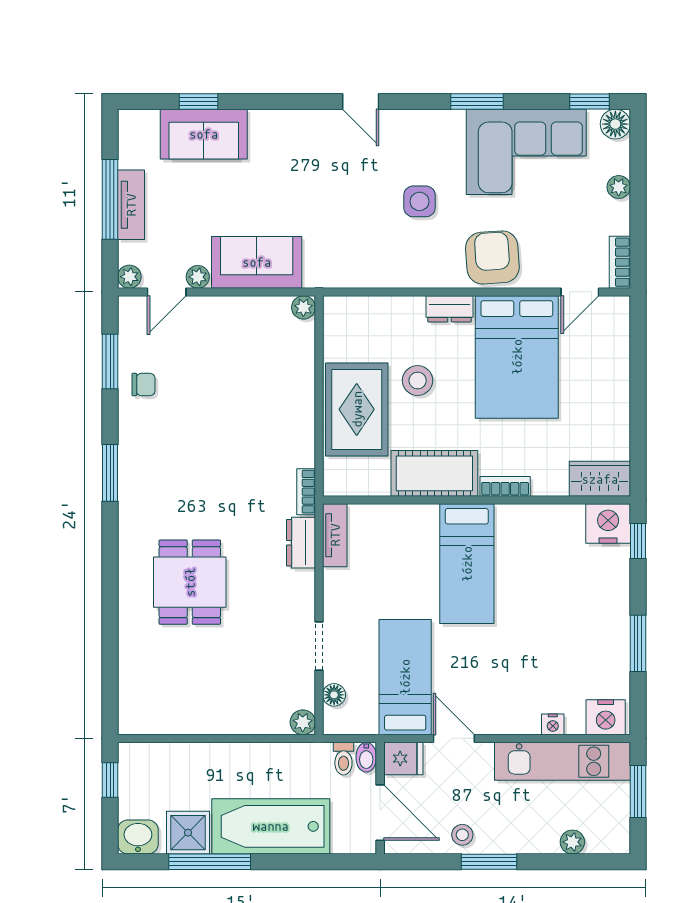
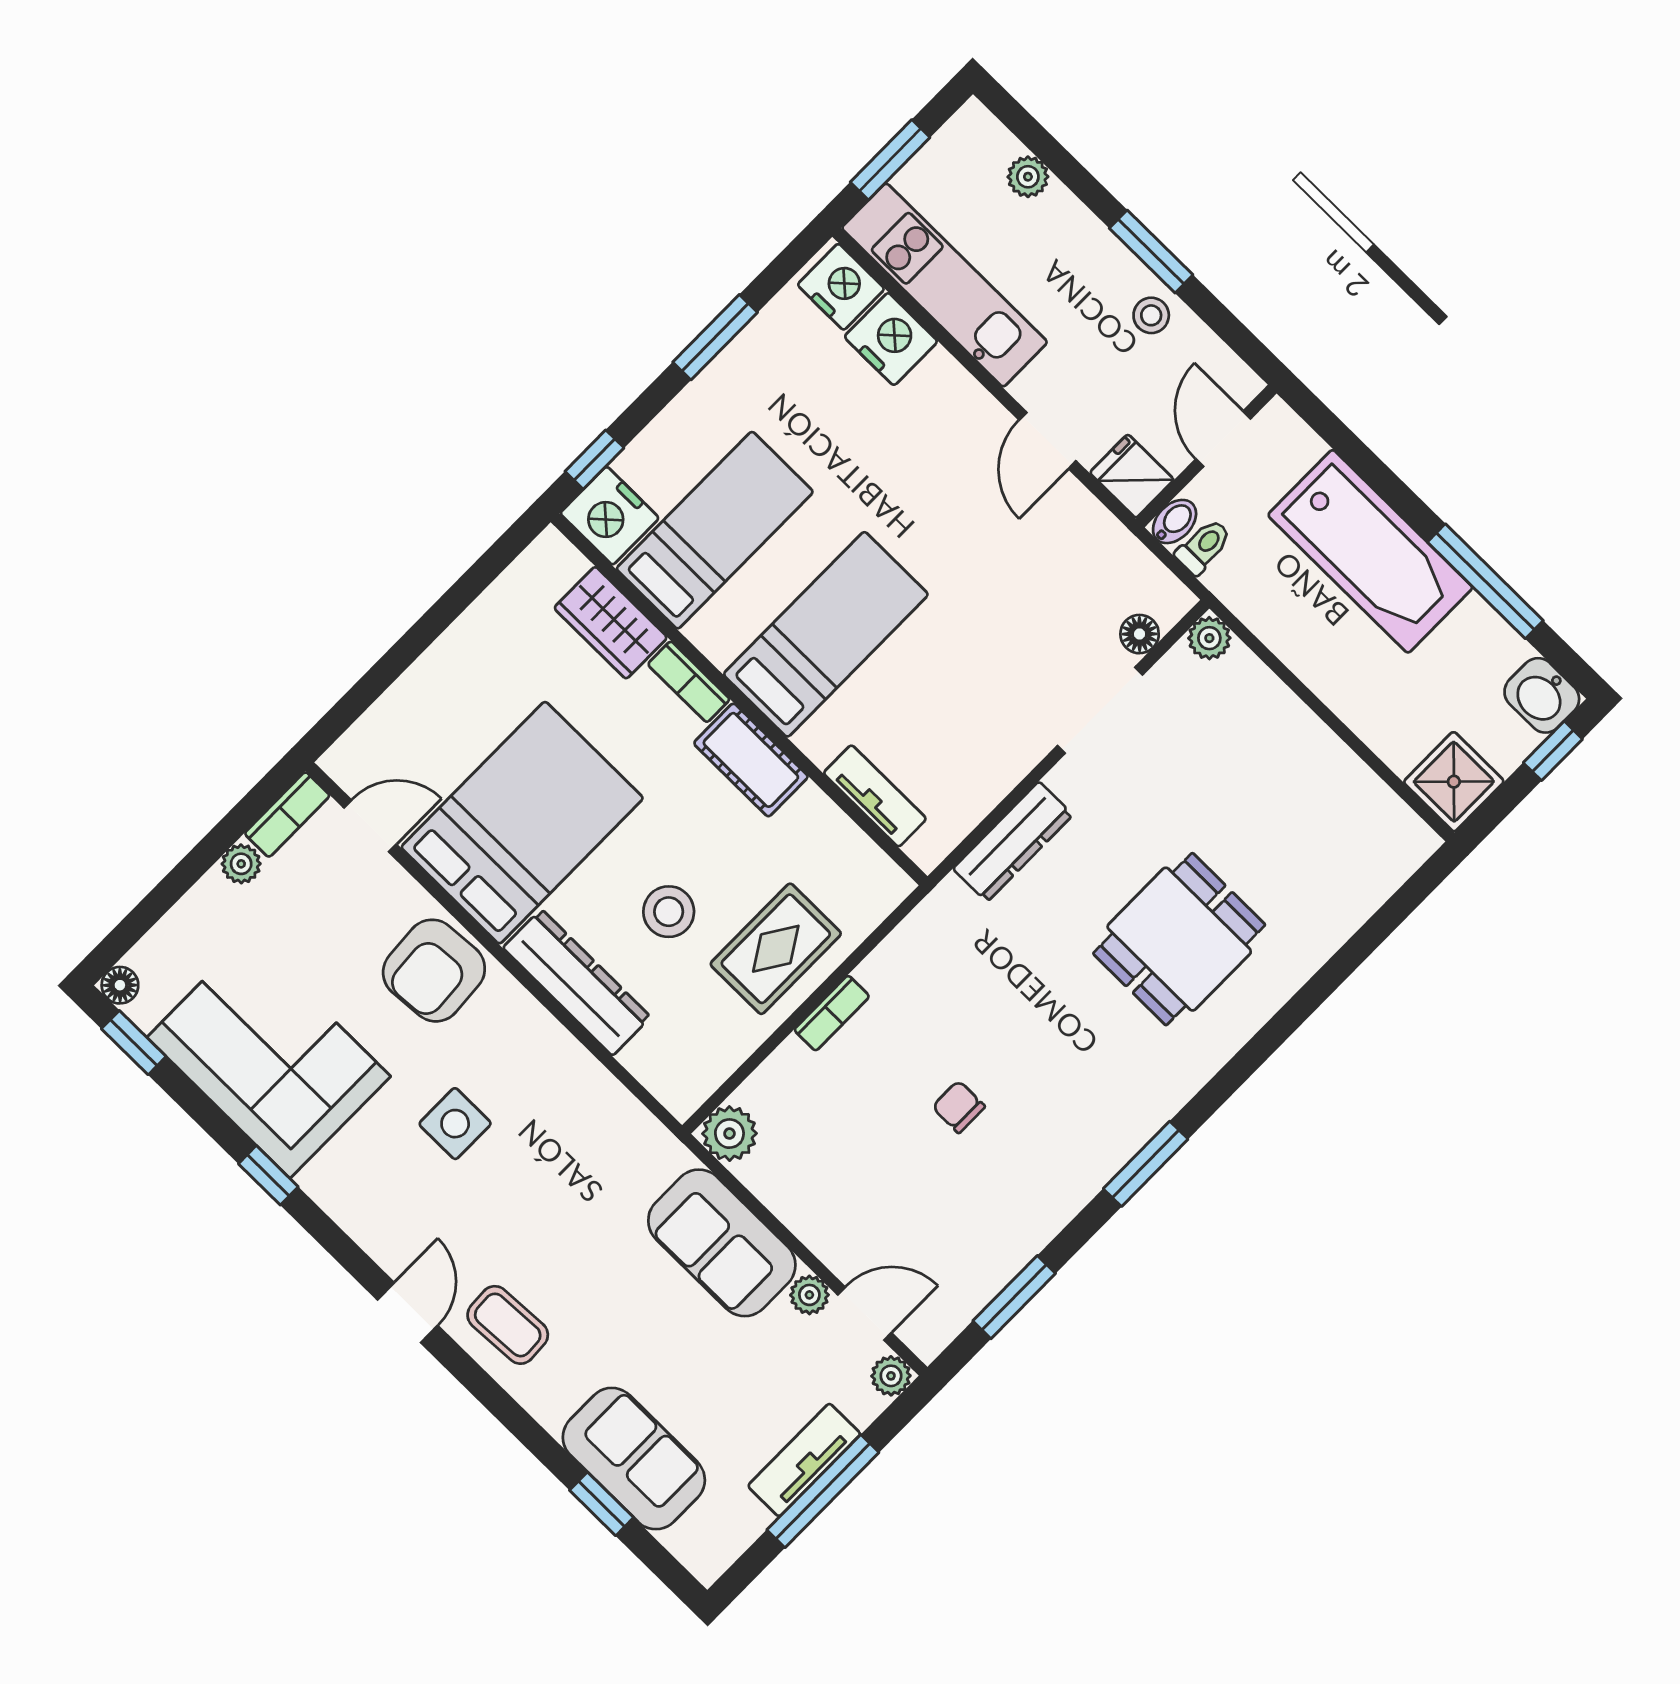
window: (477, 101) -> (268, 1175), width x0.67
floor lamp: (615, 124) -> (120, 985), width x0.73, depth x0.73
coffee table: (313, 138) -> (508, 1325), added
plant: (619, 187) -> (241, 864), moved
plant: (303, 307) -> (729, 1134), width x1.38, depth x1.38
dresser: (450, 309) -> (577, 982), width x1.96, depth x1.24
chair: (144, 385) -> (959, 1107), moved
rug: (357, 409) -> (776, 949), width x0.73, depth x0.70
cot: (434, 473) -> (751, 760), width x0.73, depth x0.75
wardrobe: (600, 479) -> (611, 623), moved
bookcase: (306, 492) -> (832, 1013), moved
tv unit: (335, 535) -> (875, 796), moved, turned 90
dresser: (301, 543) -> (1013, 842), width x1.44
doorway: (319, 646) -> (1100, 710), width x1.38
bed: (405, 677) -> (715, 530), moved, turned 180
nightstand: (553, 724) -> (891, 339), width x1.89, depth x1.79
window: (110, 780) -> (1553, 751), moved
door: (380, 813) -> (1223, 439), width x0.73
shower: (188, 833) -> (1454, 782), moved

